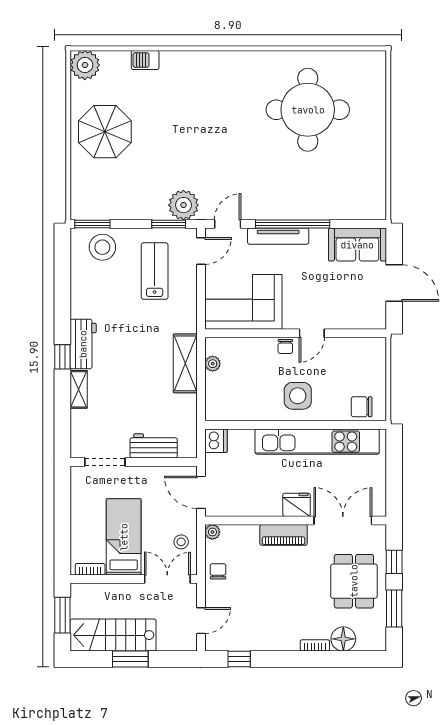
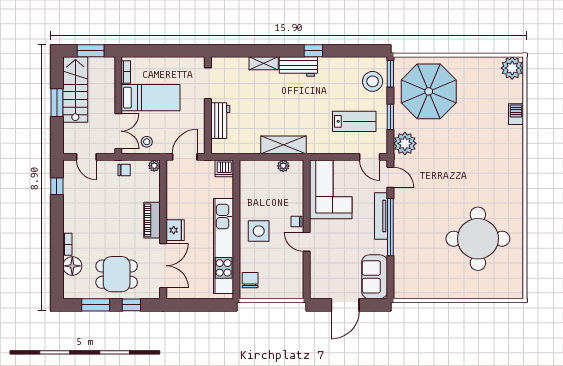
parasol: (105, 132) -> (429, 91), moved, width x1.36, depth x1.36
window: (169, 224) -> (390, 117), moved
window: (62, 357) -> (313, 51), moved

